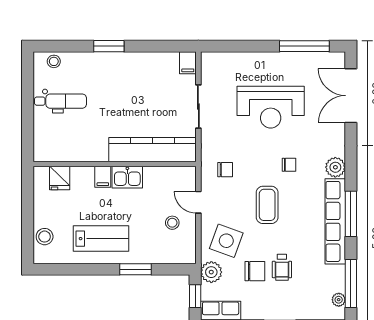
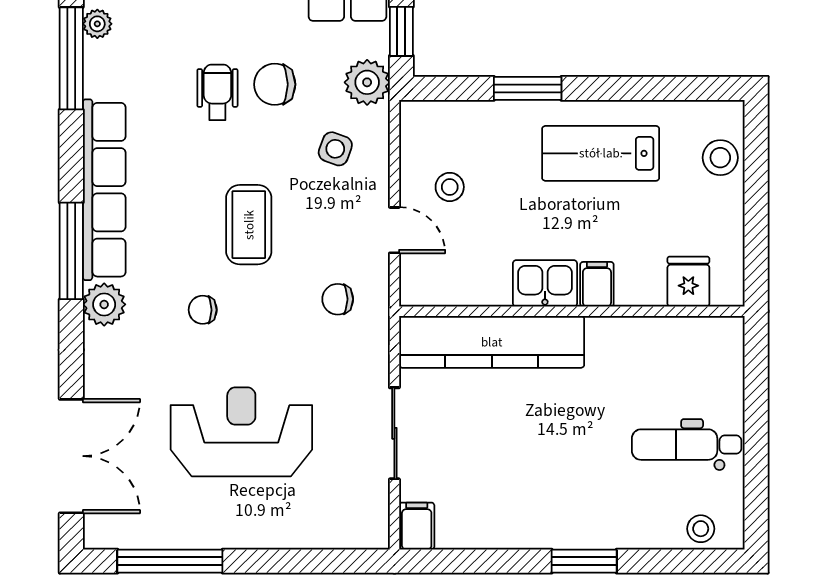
window: (351, 214) -> (71, 251), moved
side table: (226, 241) -> (335, 149), width x0.54, depth x0.54

